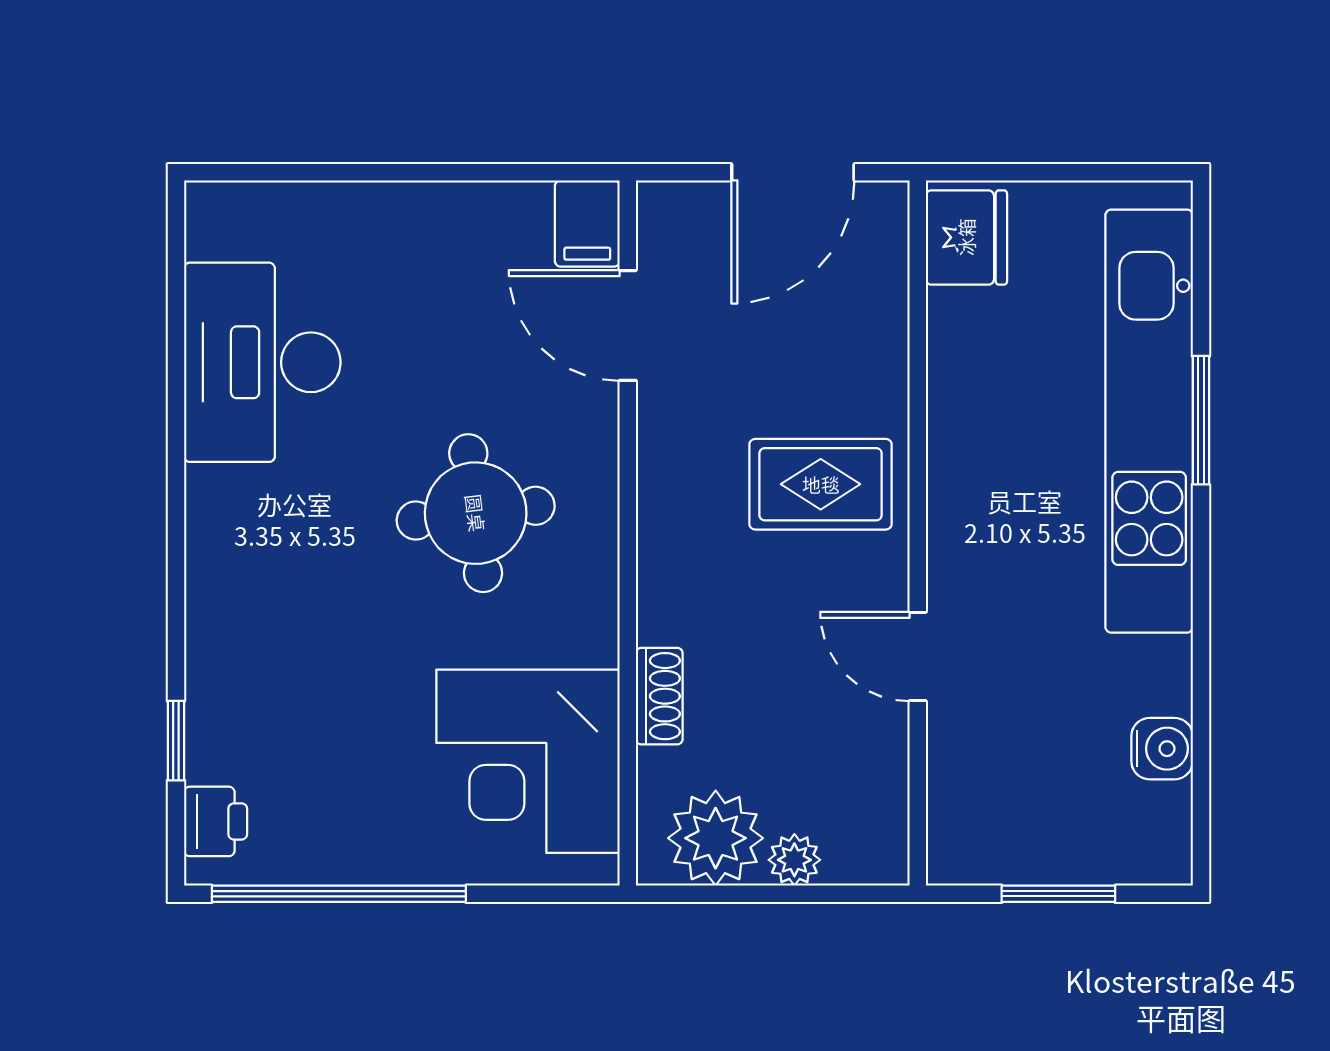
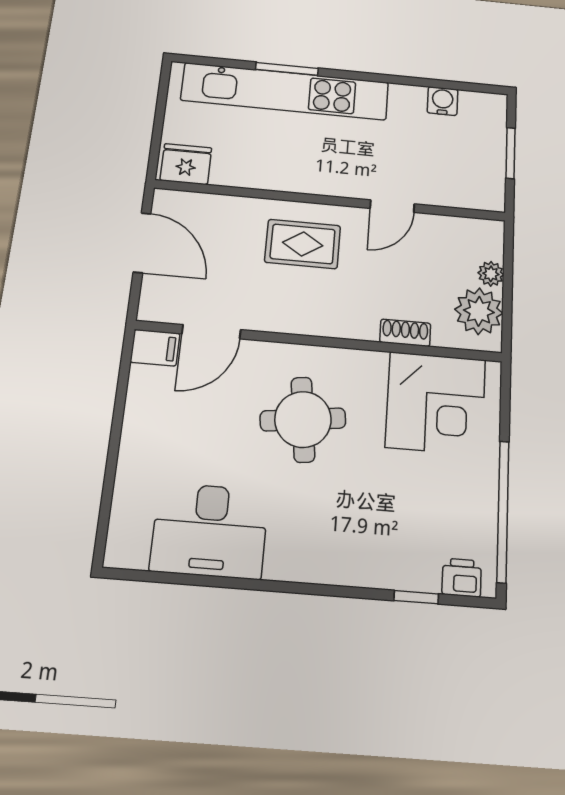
rug: (821, 484) -> (303, 244), turned 90

